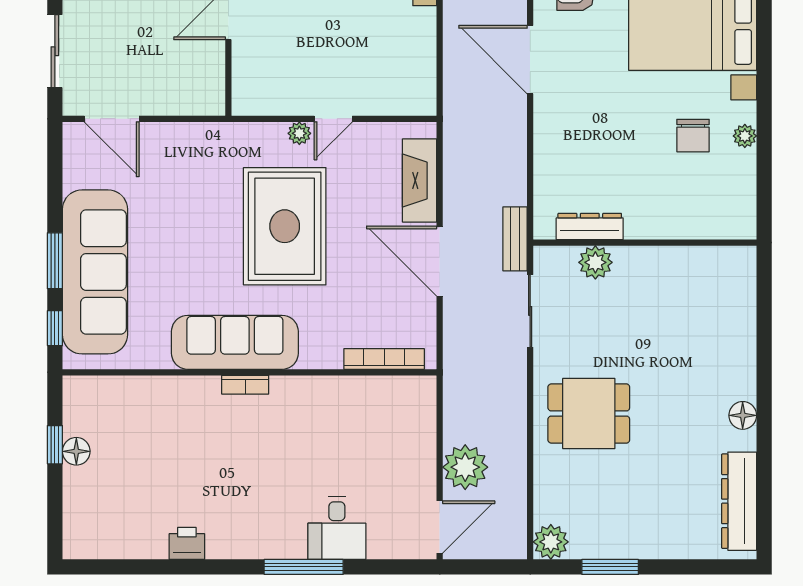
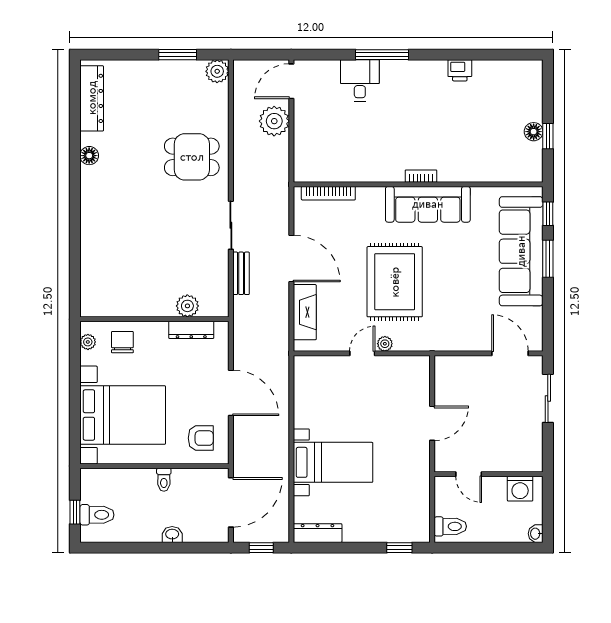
dresser: (590, 226) -> (191, 330), moved
wall: (645, 243) -> (154, 319), moved
plant: (595, 262) -> (187, 306), moved

